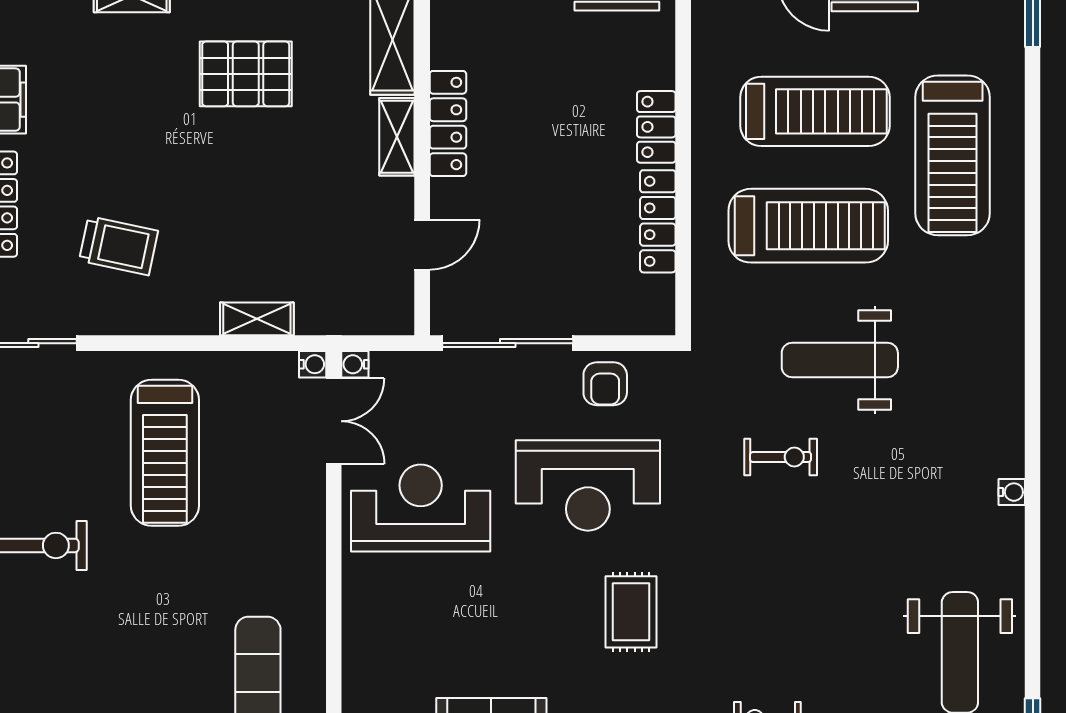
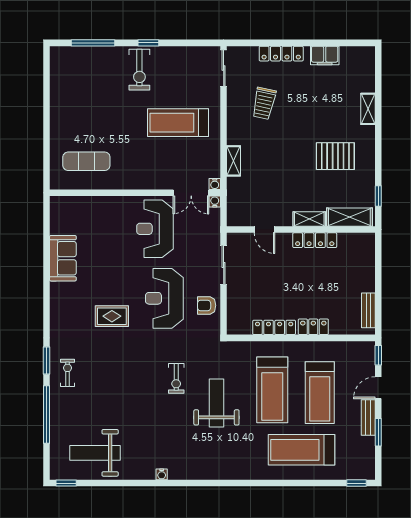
pallet: (246, 74) -> (335, 156), turned 90
sliding door: (508, 343) -> (224, 265), width x0.73
reception desk: (421, 508) -> (155, 229), turned 180

